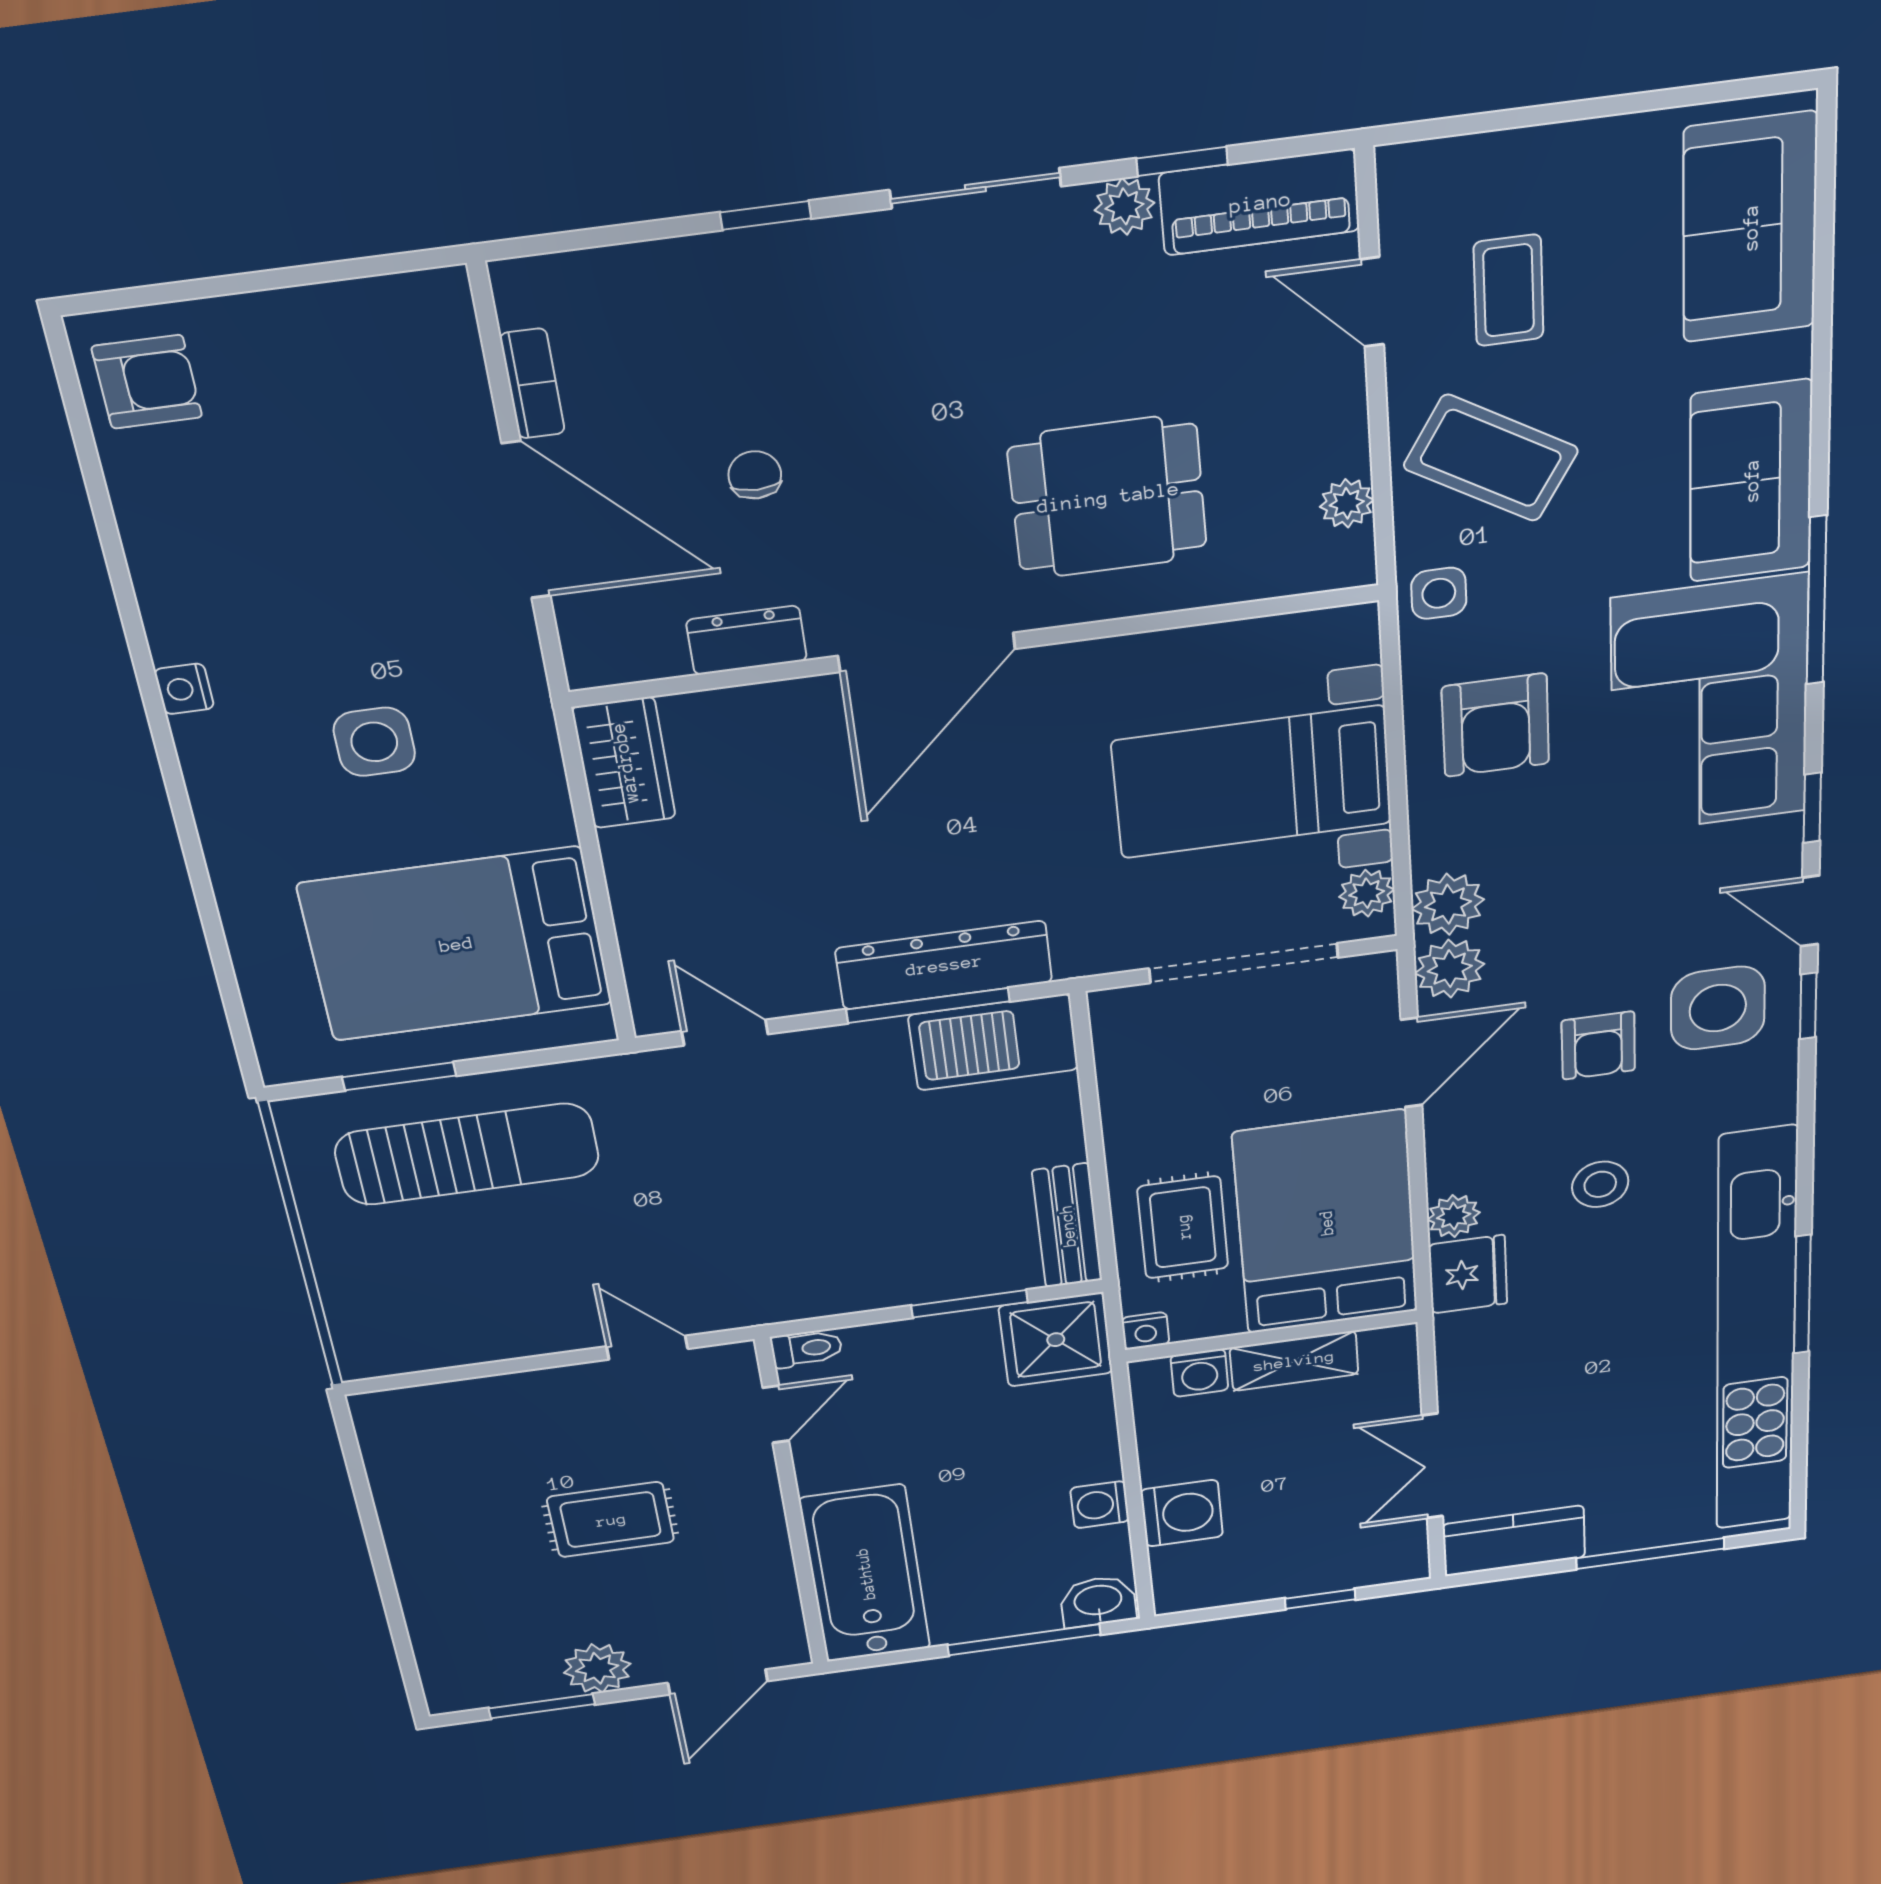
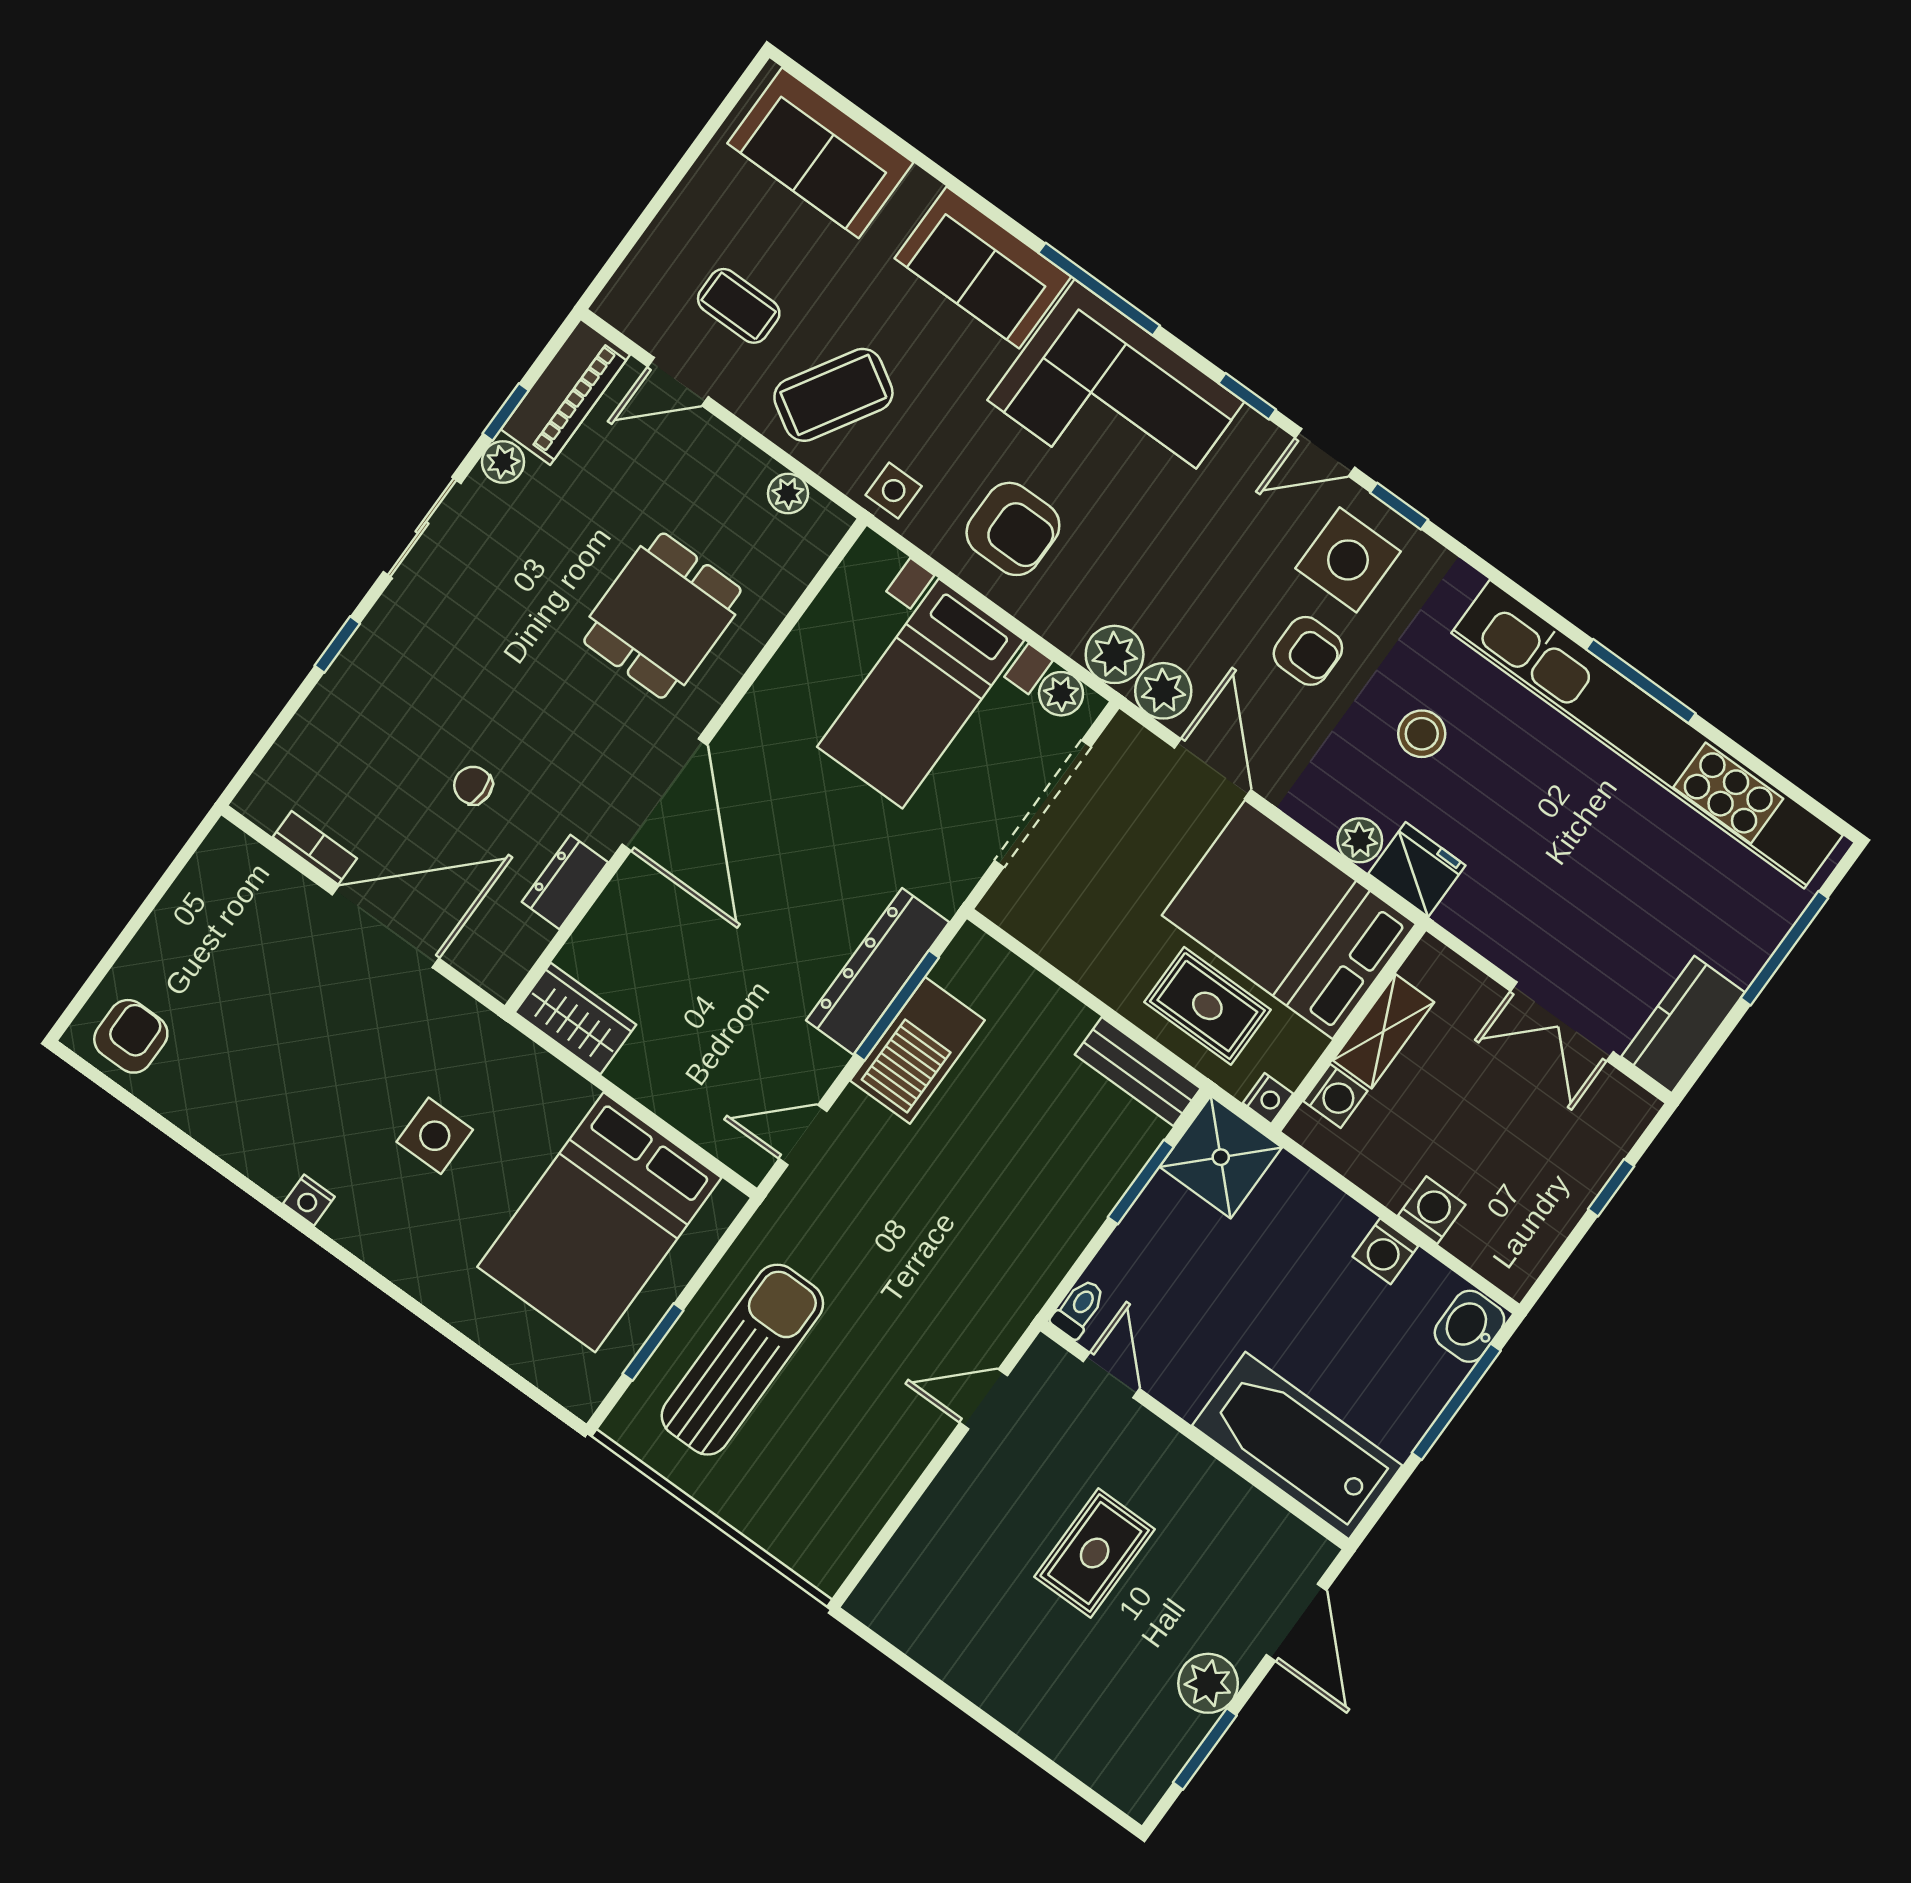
barbecue: (994, 1042) -> (917, 1050), moved
washing machine: (1182, 1513) -> (1432, 1210), width x0.73, depth x0.73

